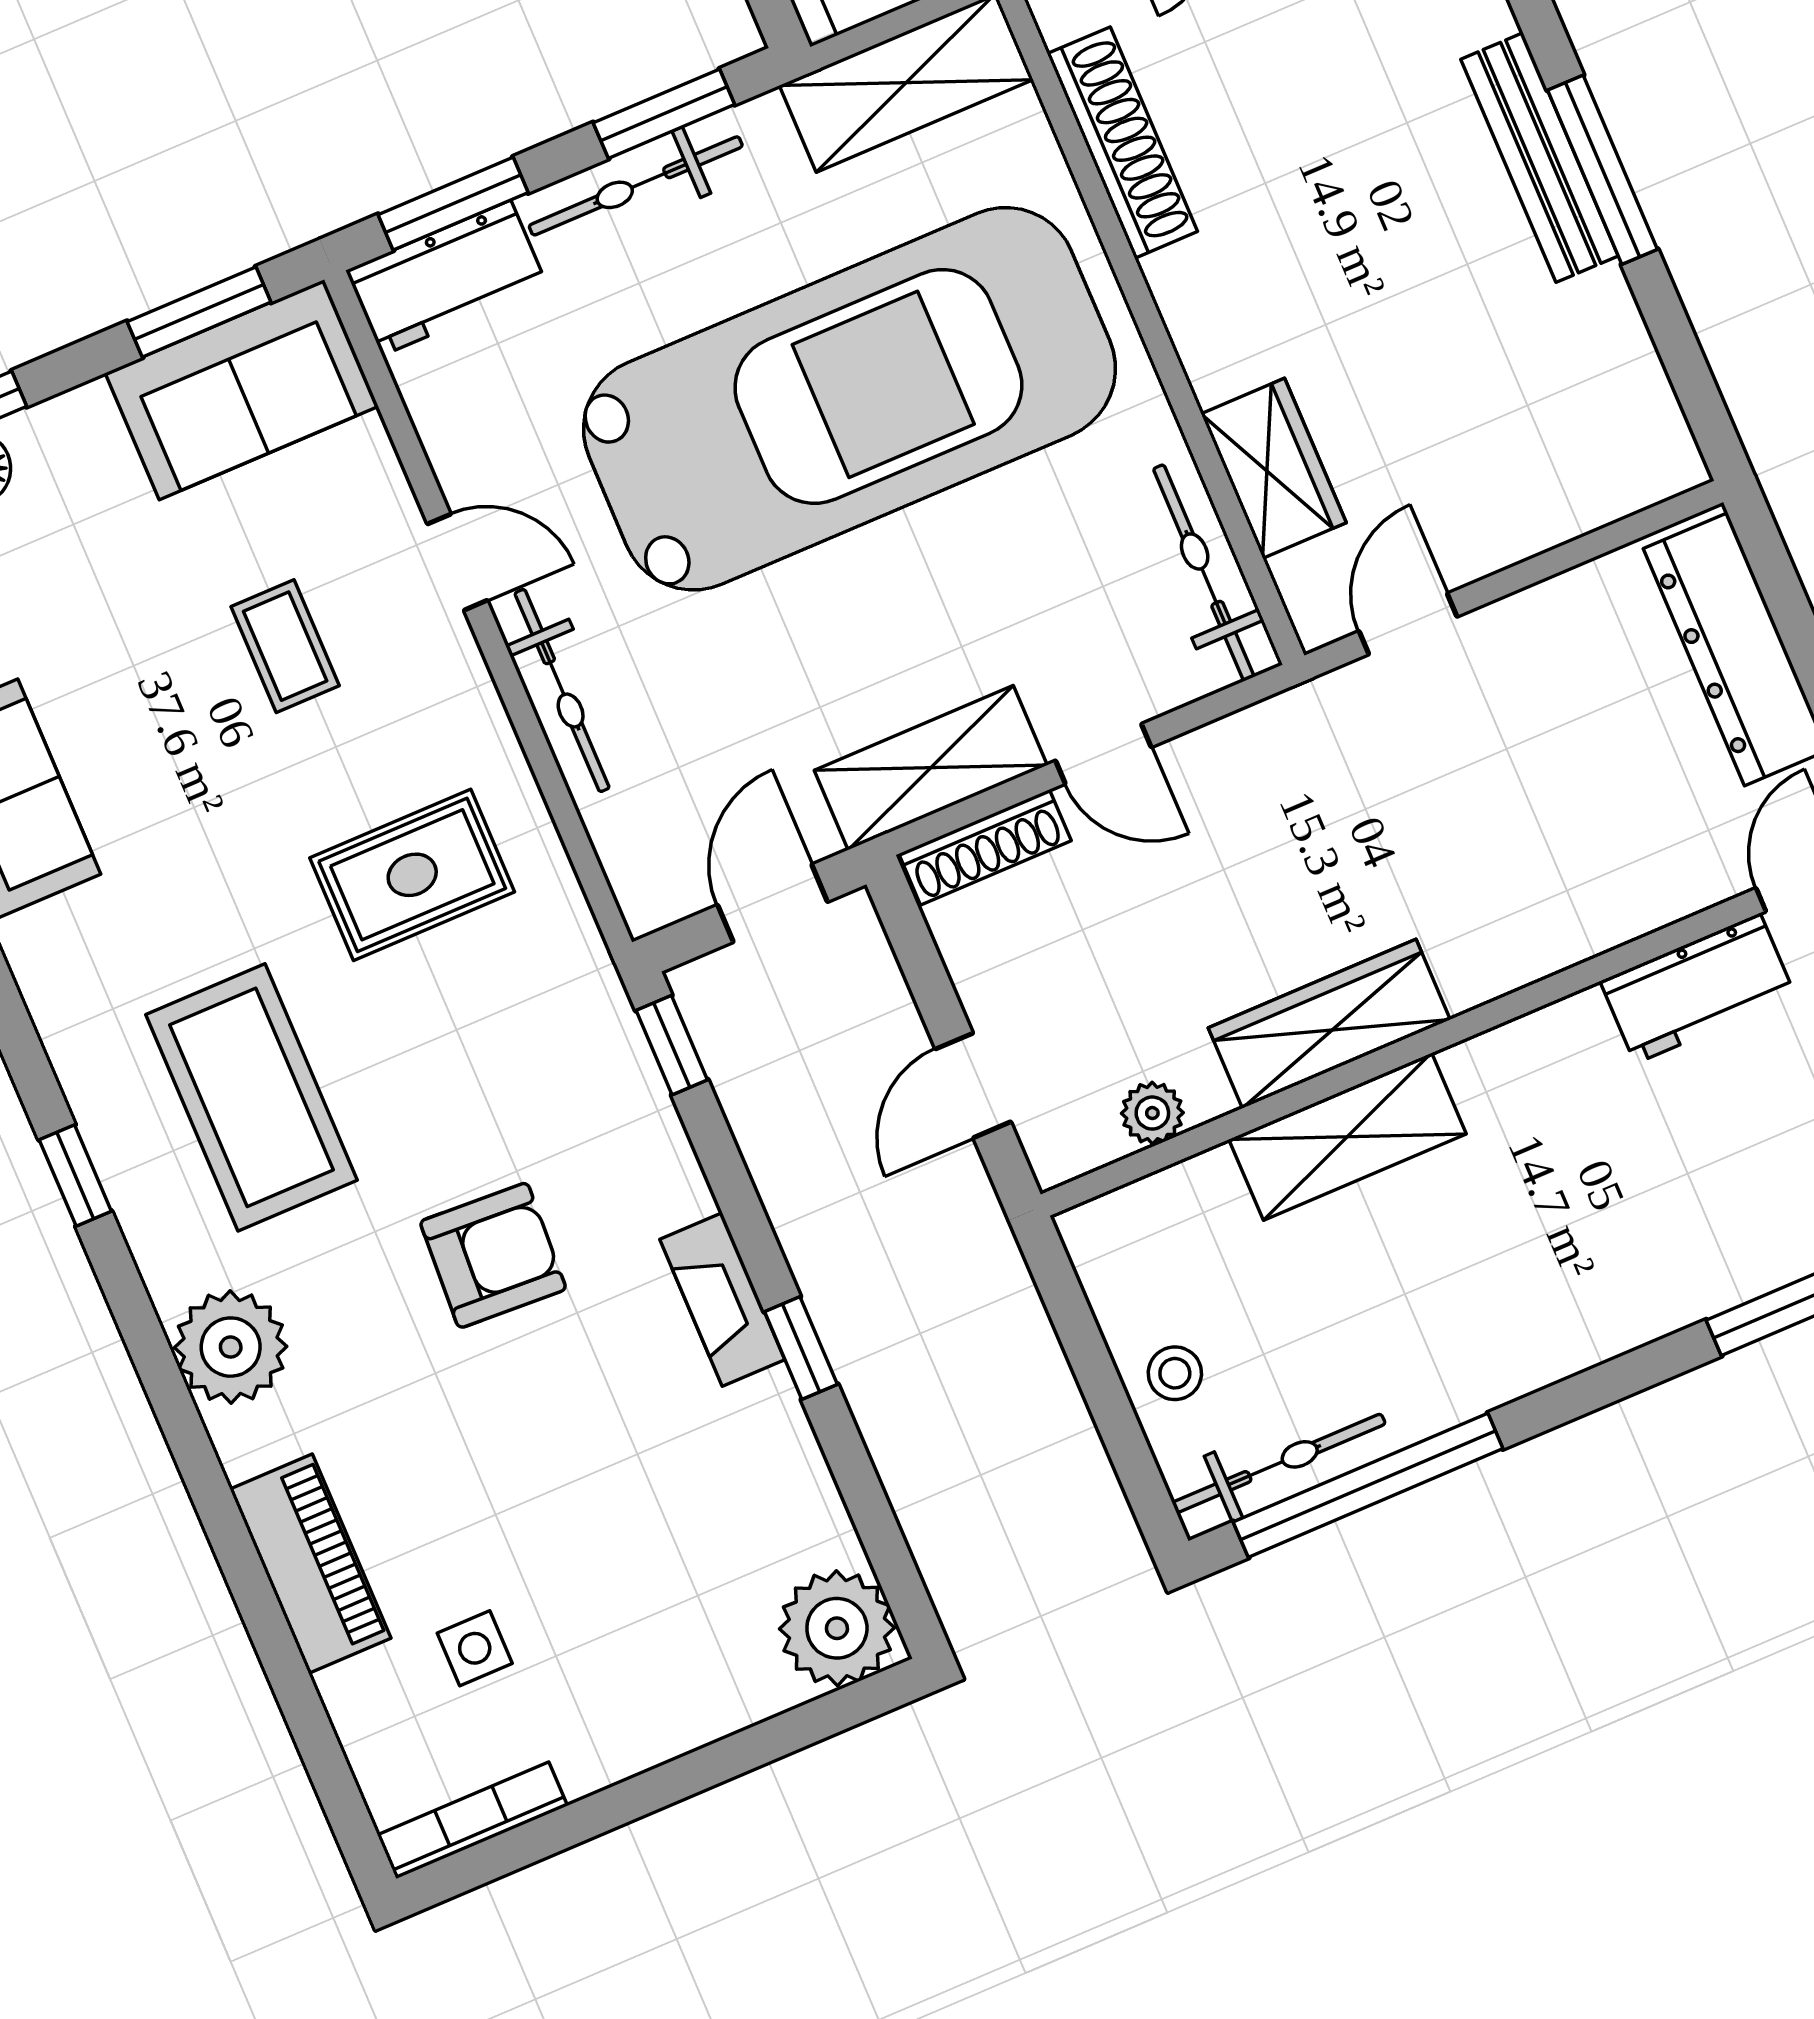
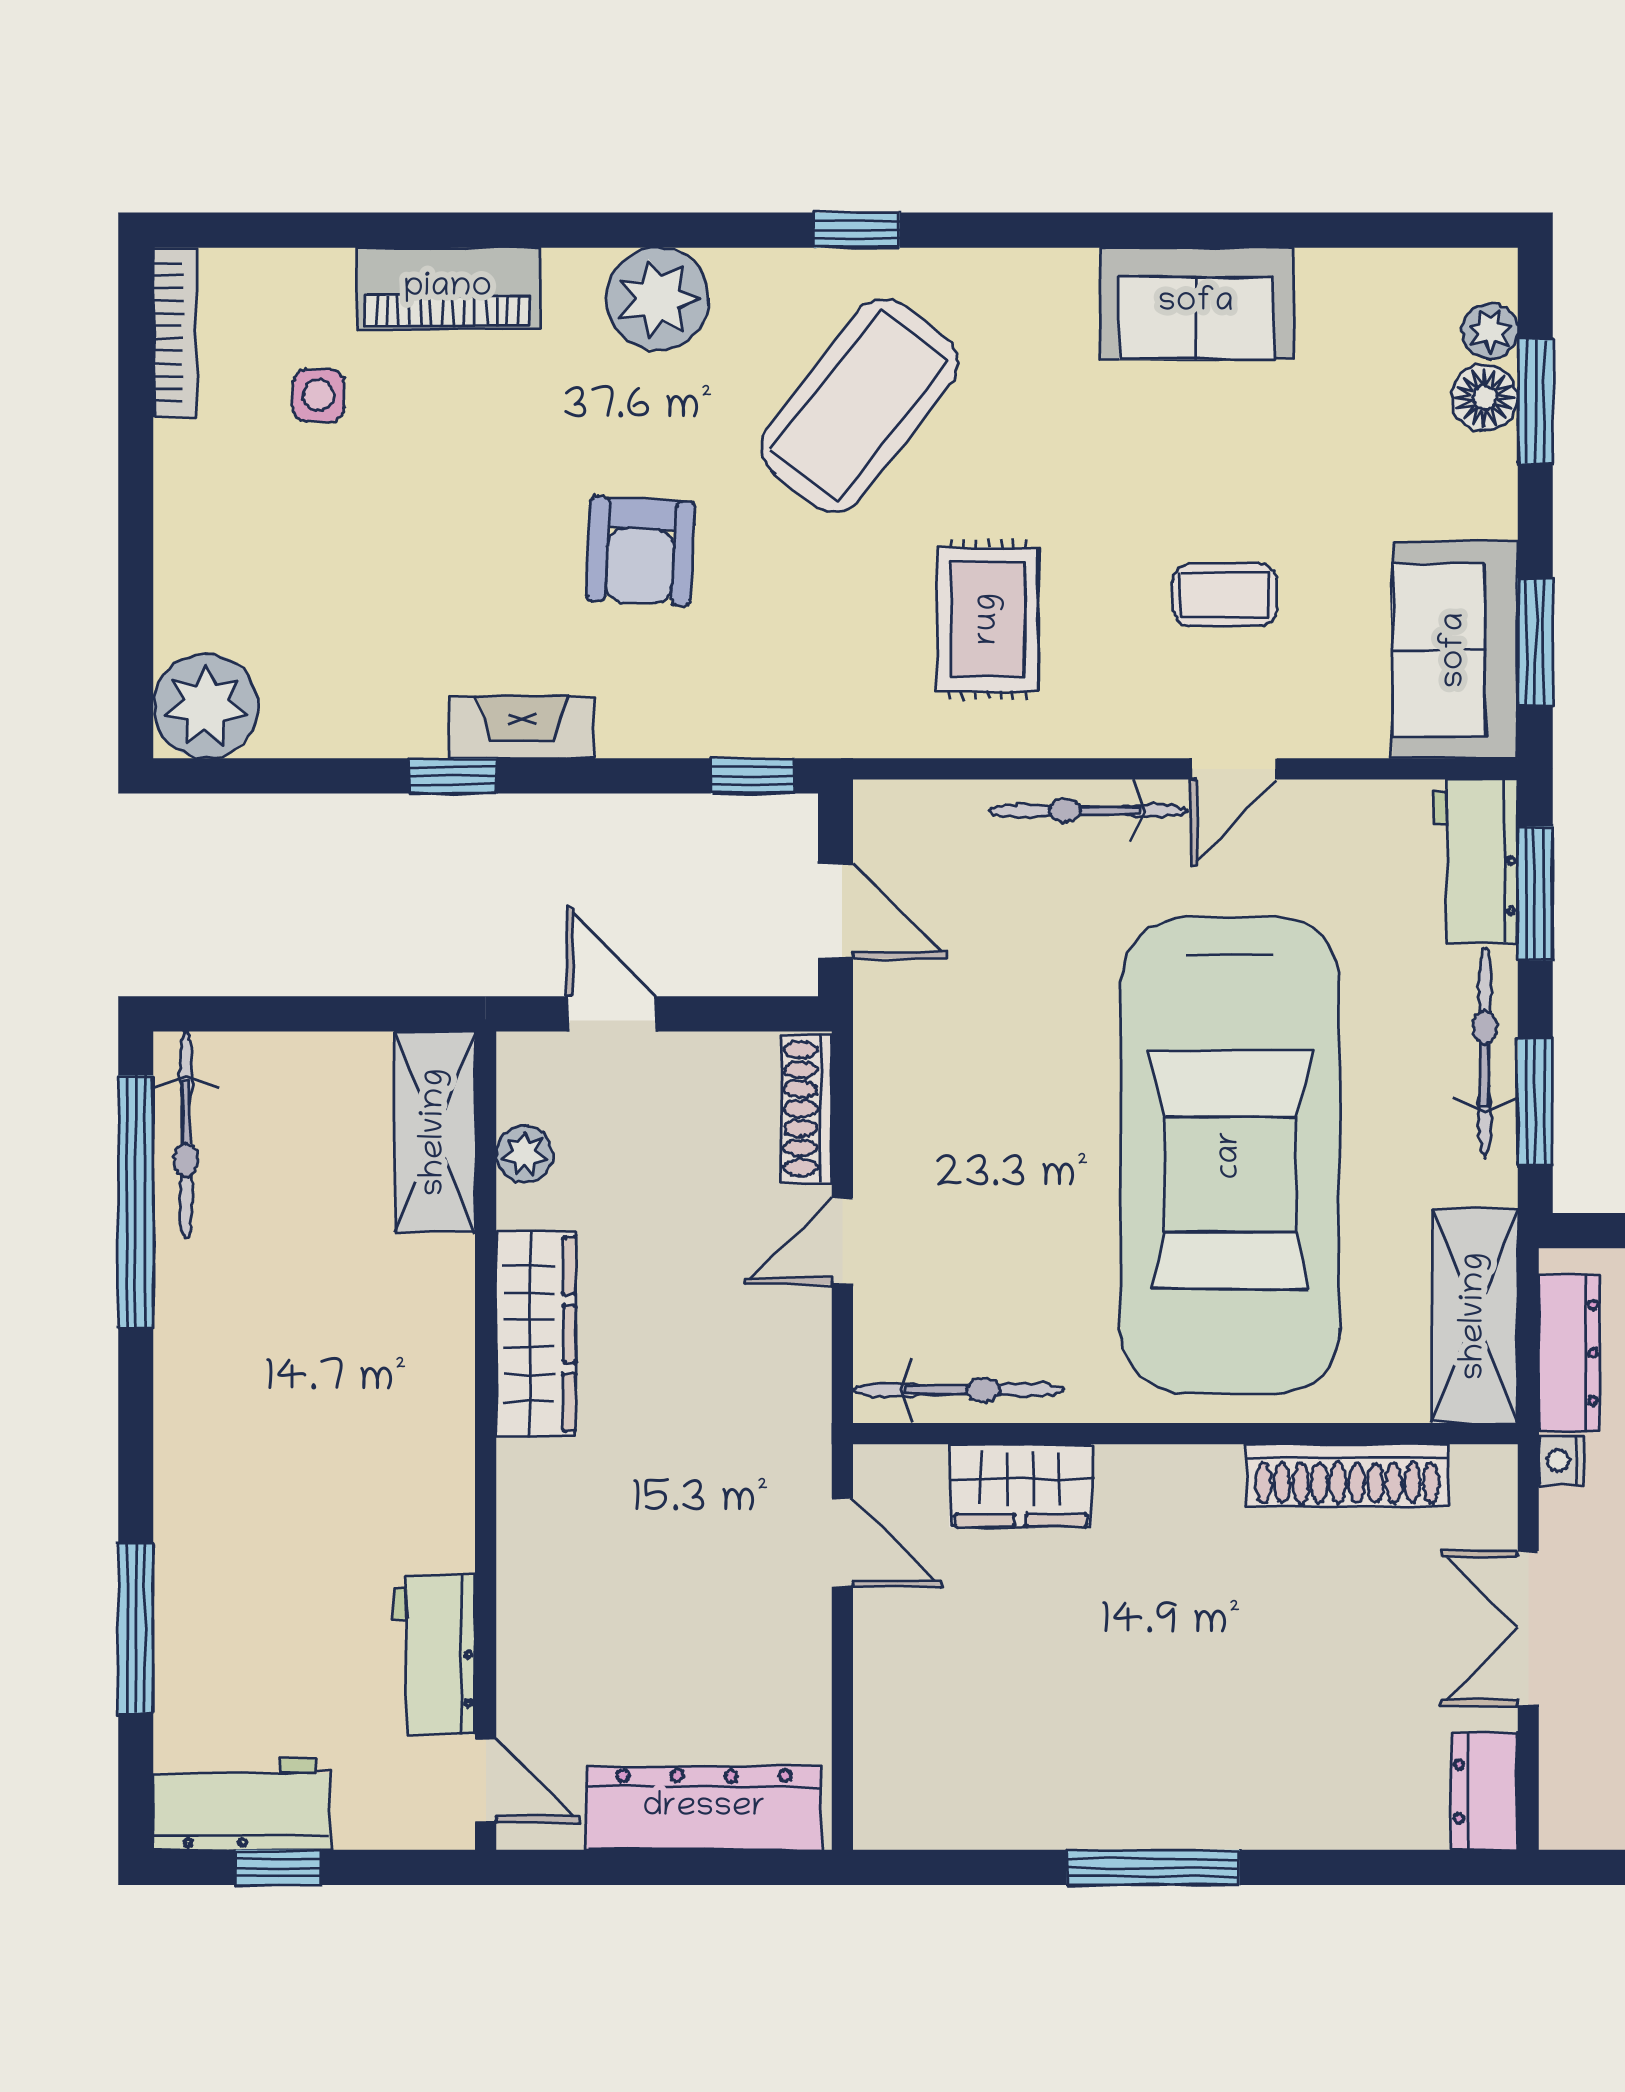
bench: (1539, 158) -> (1186, 1819), removed
shelving: (931, 768) -> (892, 1092), removed
coffee table: (251, 1097) -> (859, 405), turned -52
shelving: (1348, 1137) -> (435, 1132), moved
stool: (1175, 1373) -> (299, 1080), removed

